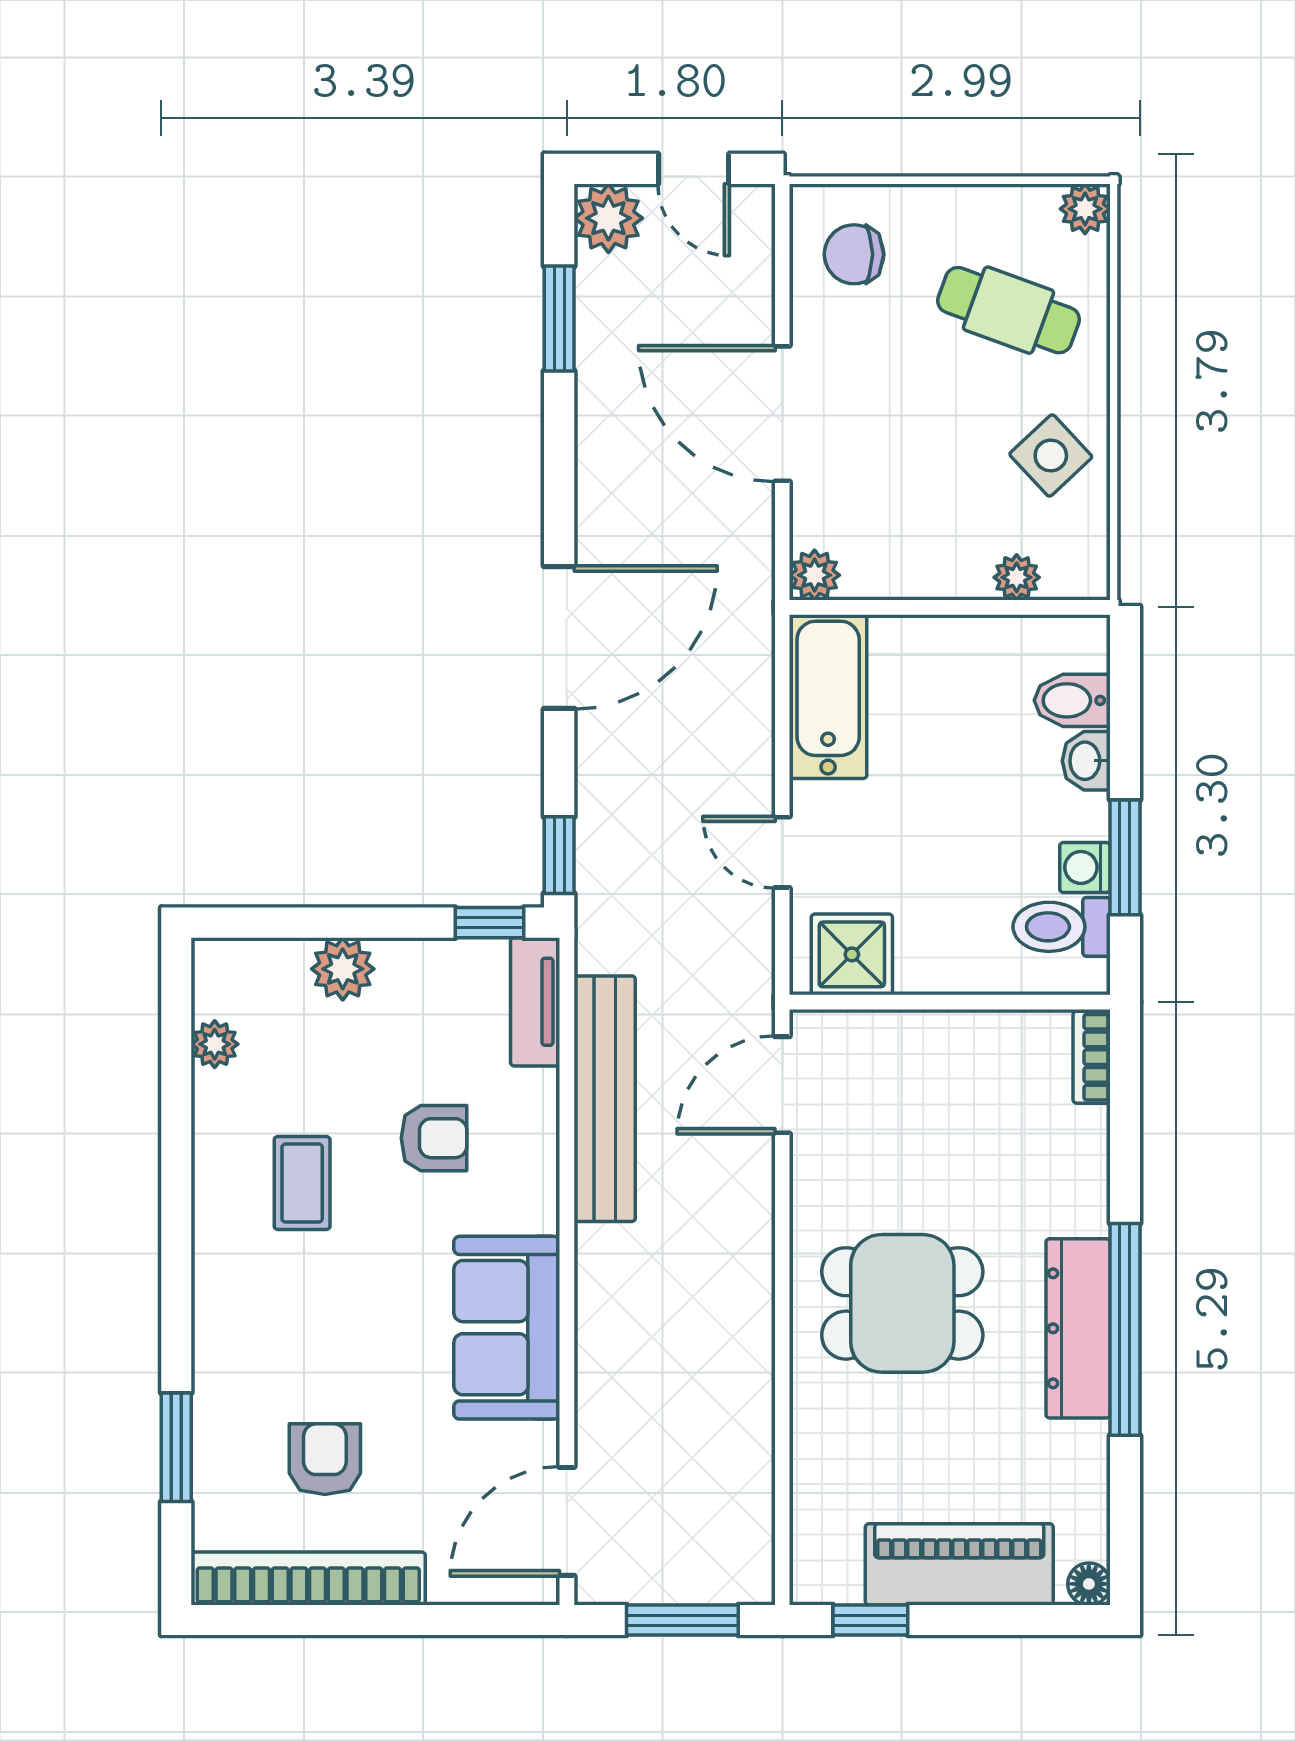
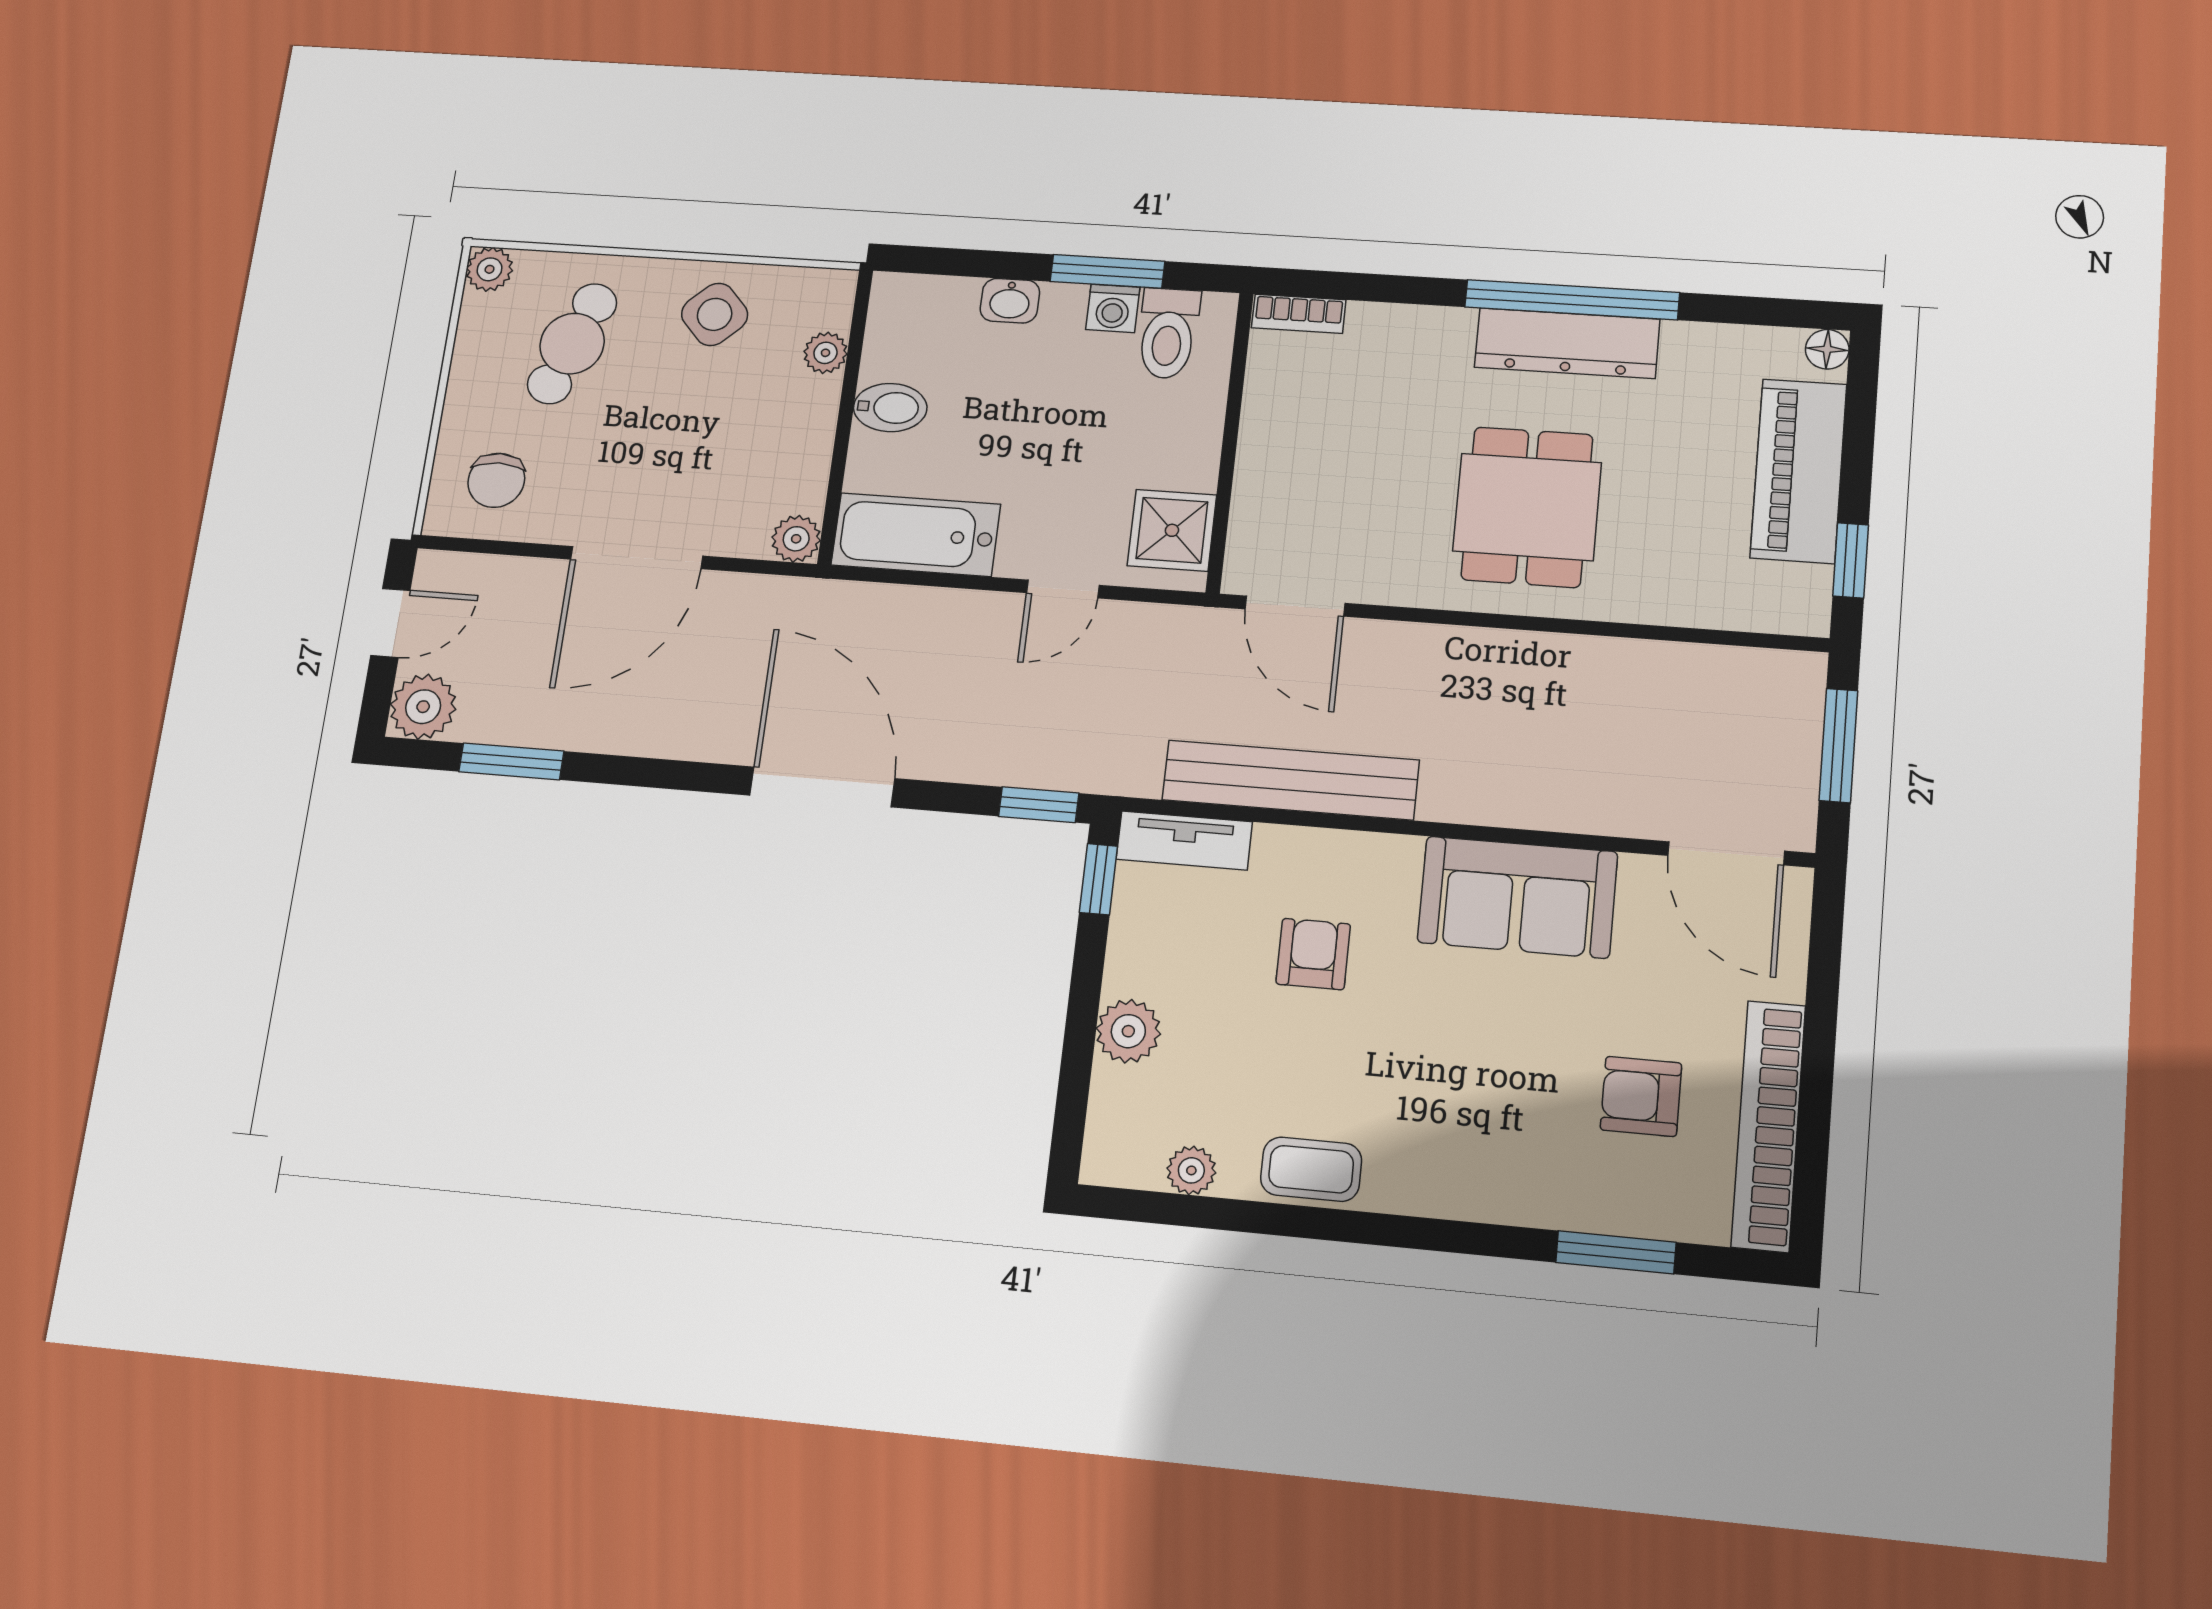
bidet: (1072, 700) -> (890, 408), moved, turned -90
coffee table: (302, 1183) -> (1311, 1169), moved

